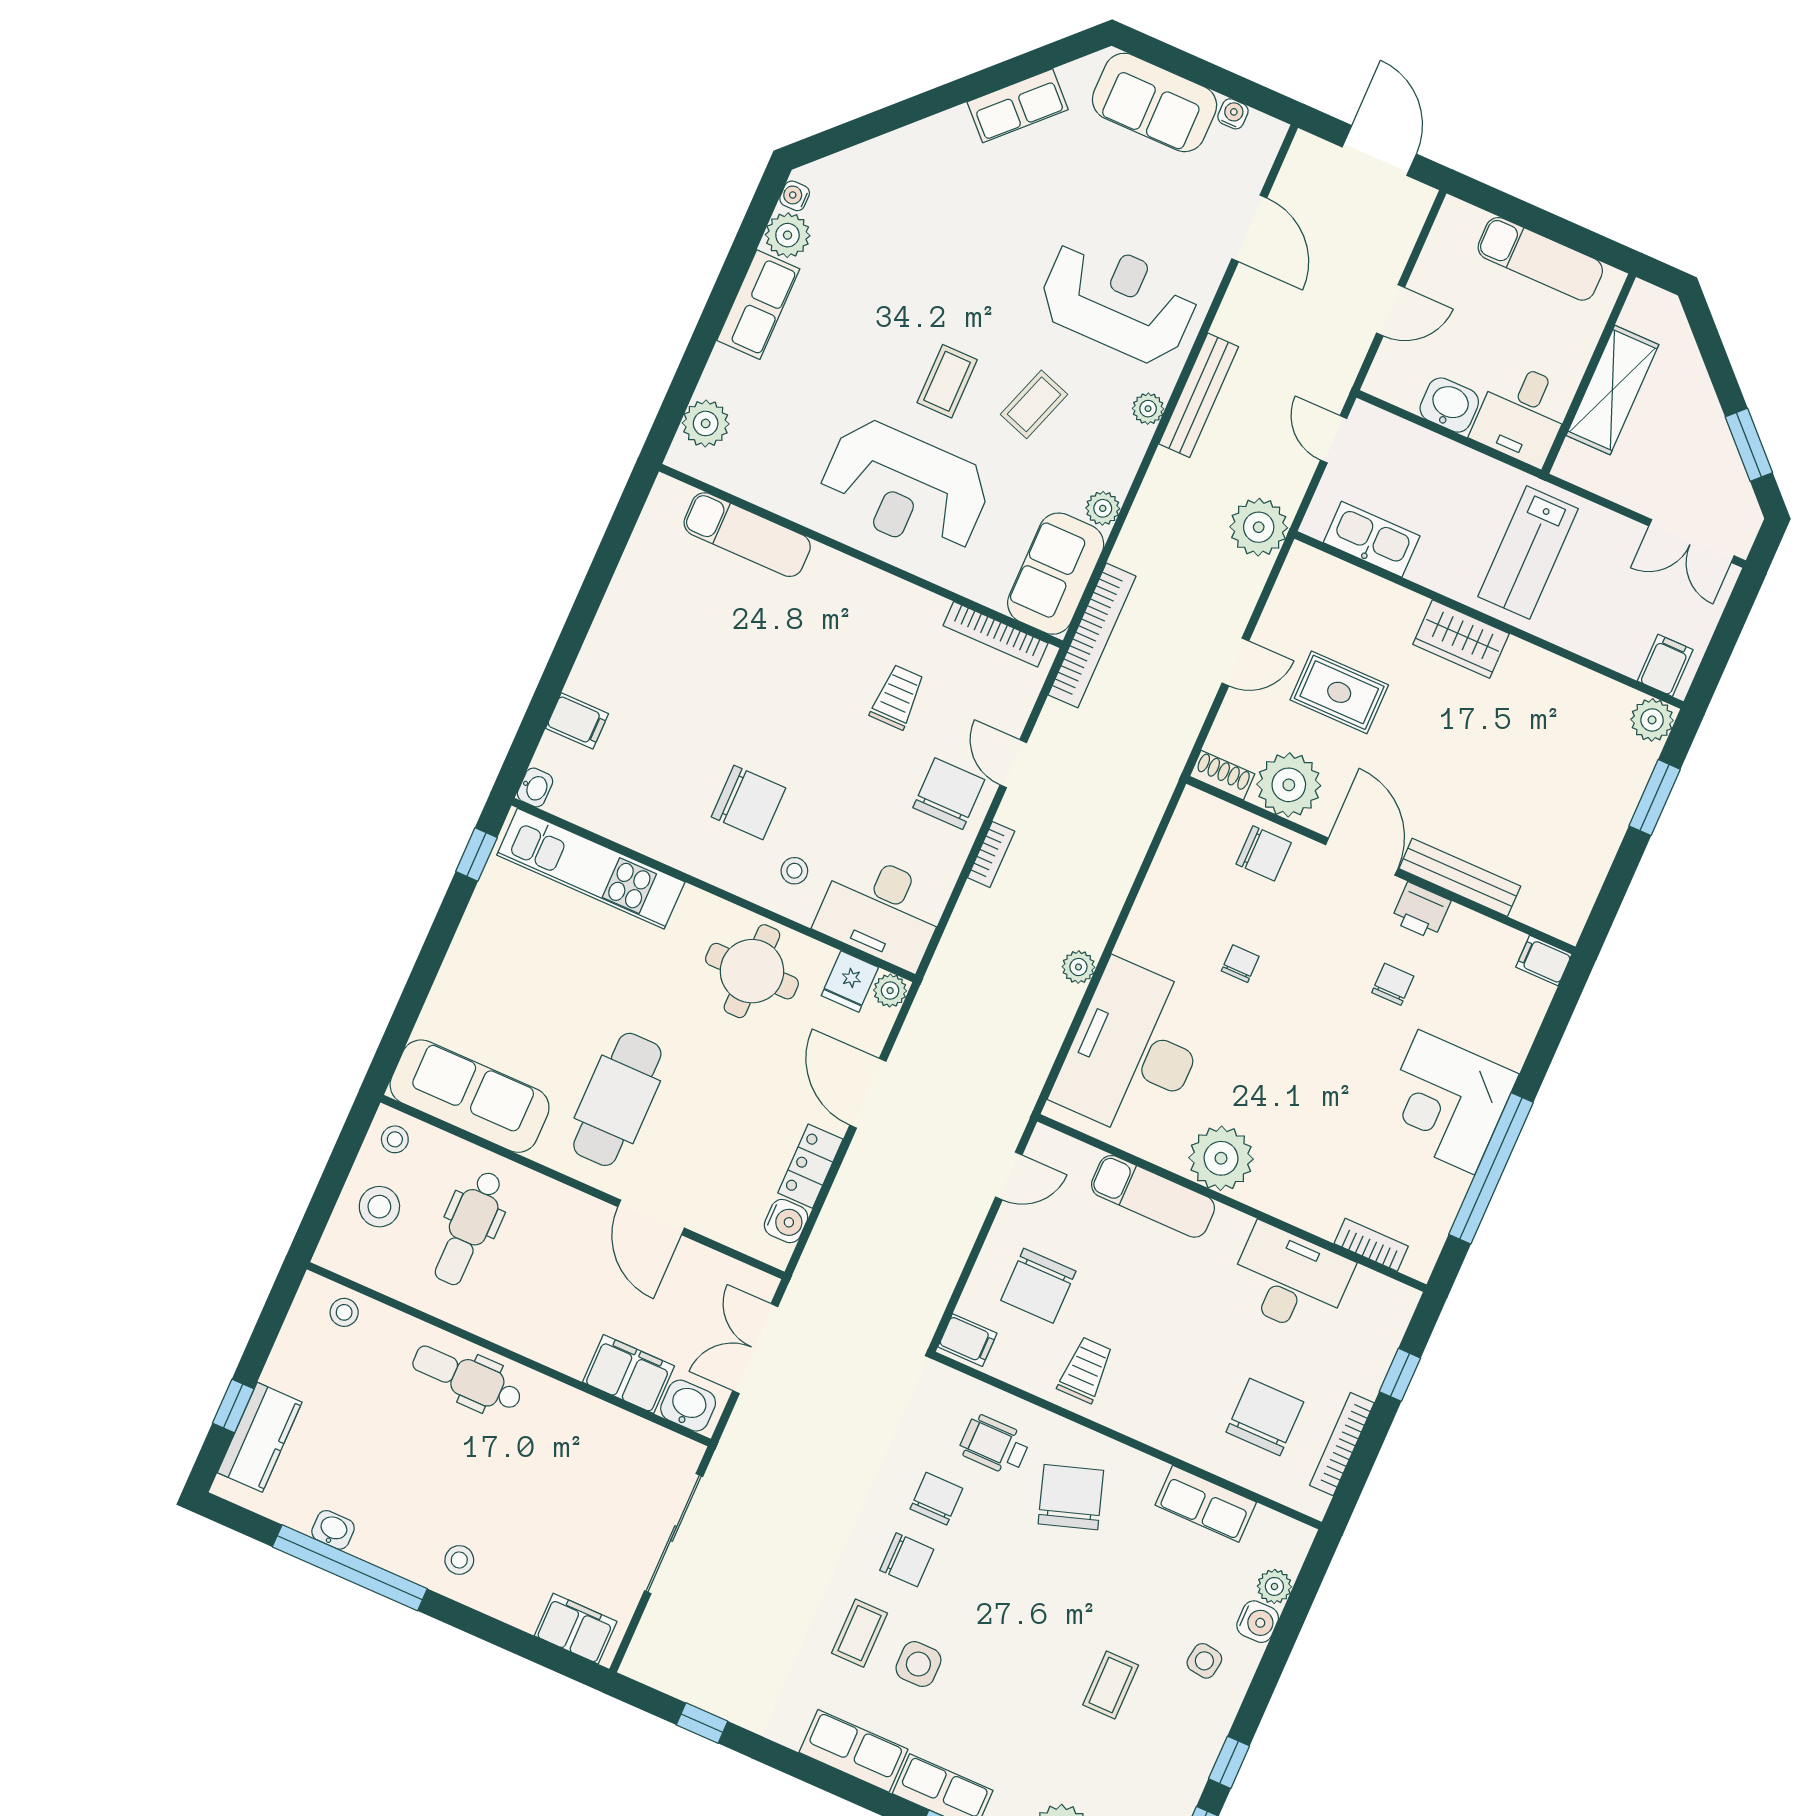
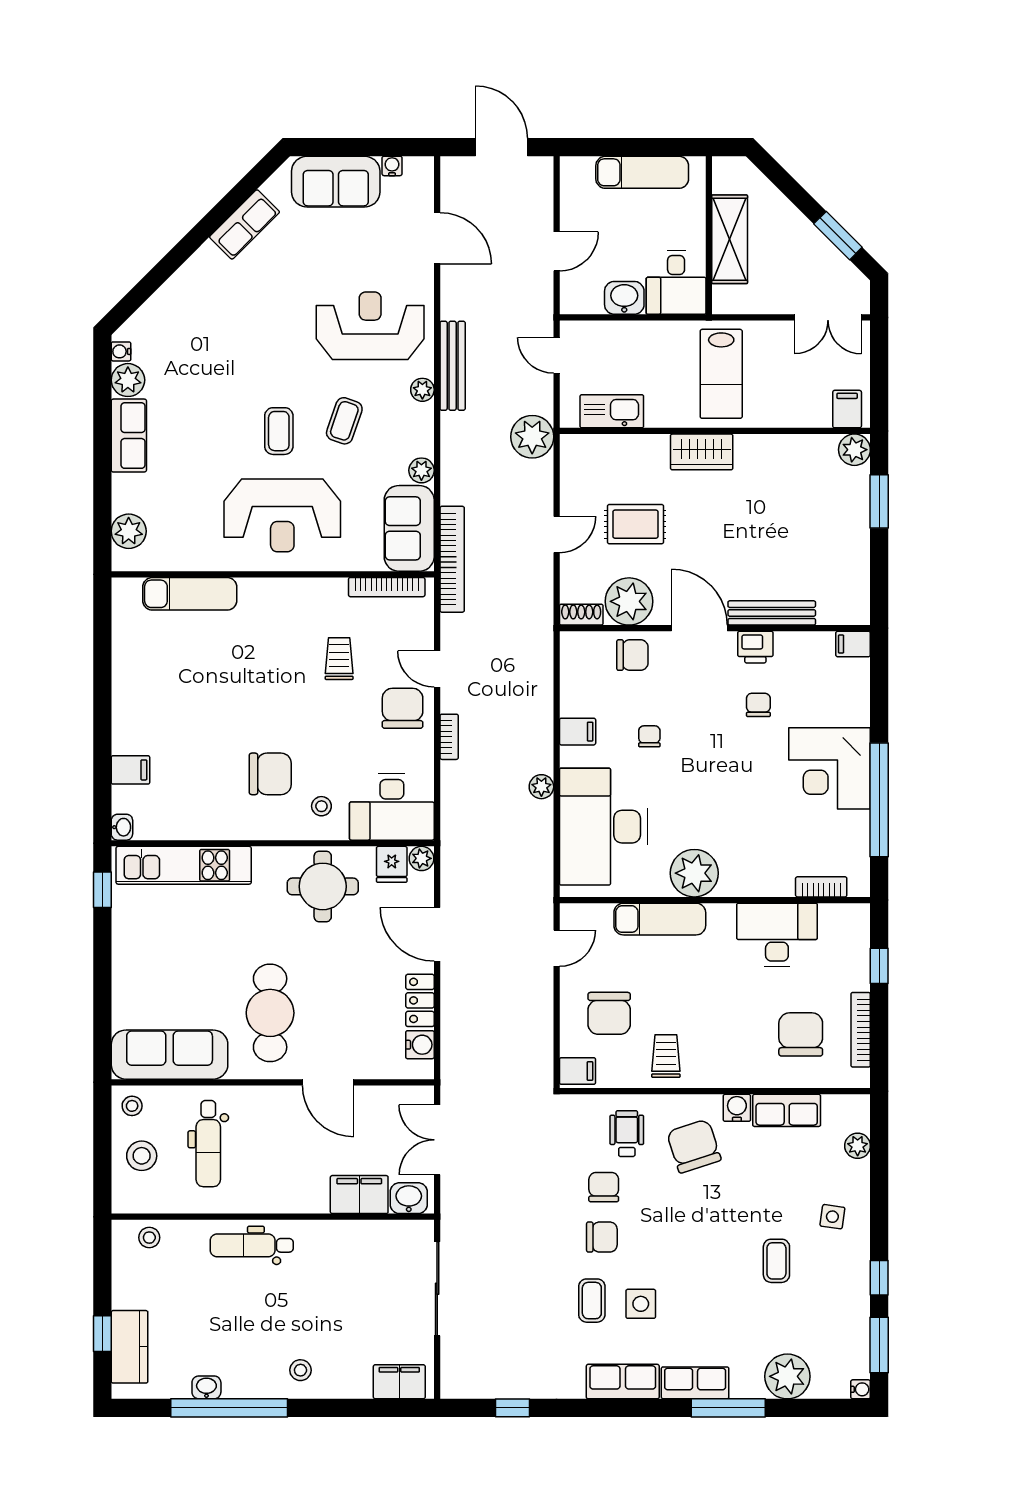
filing cabinet: (1154, 918) -> (578, 732), added
wheelchair: (994, 1445) -> (627, 1134), turned 90
water cooler: (1258, 1622) -> (737, 1108), moved, turned -90

